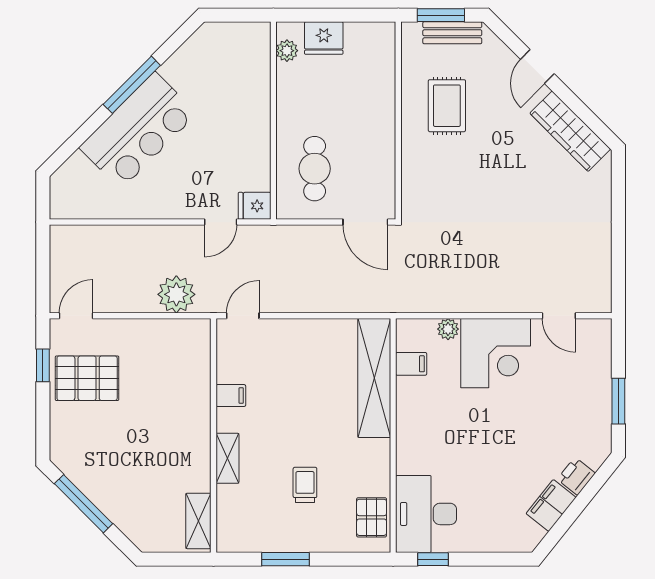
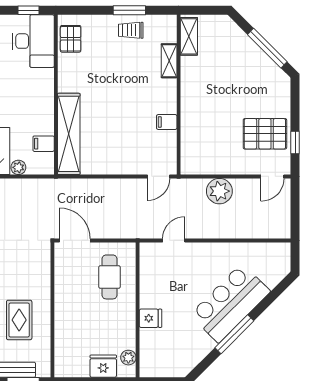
fridge: (255, 206) -> (151, 318), moved
plant: (176, 294) -> (219, 191), moved
shelving: (227, 458) -> (169, 61), moved
trolley: (305, 485) -> (131, 30), moved, turned 90

